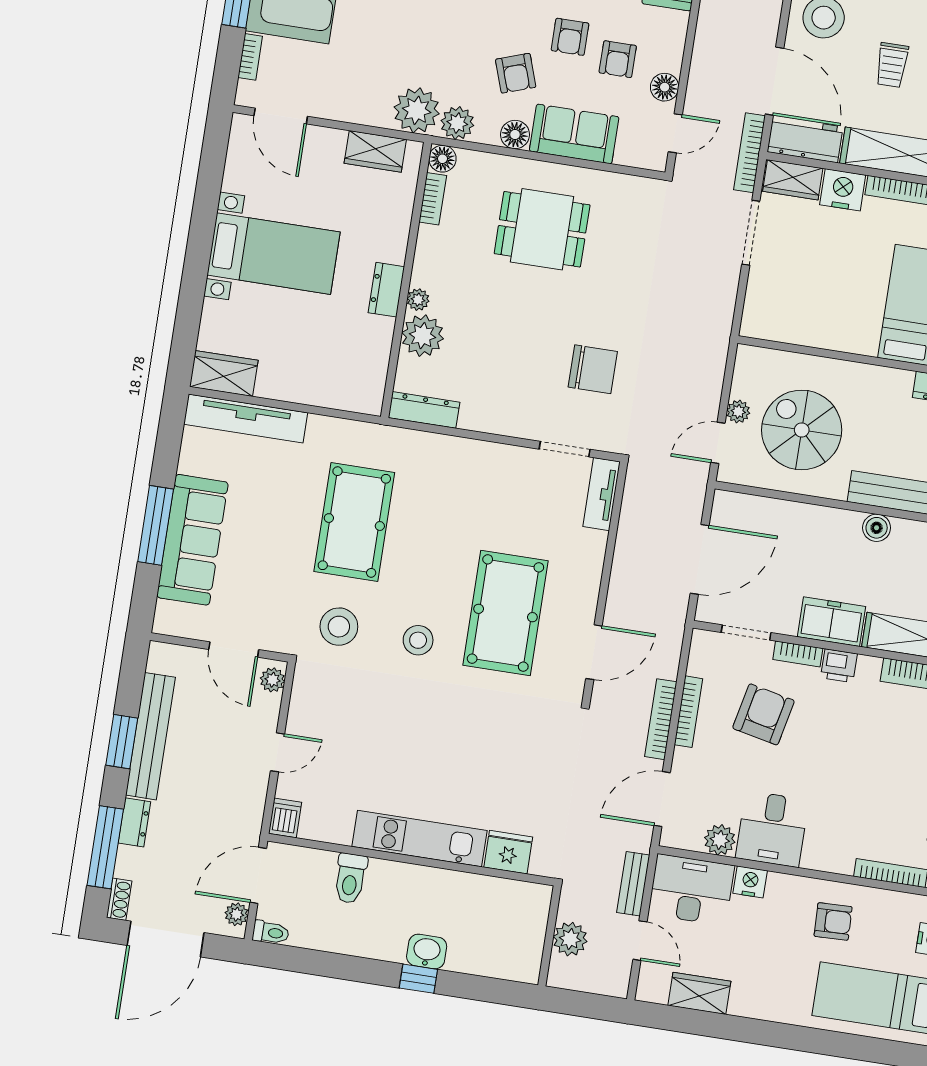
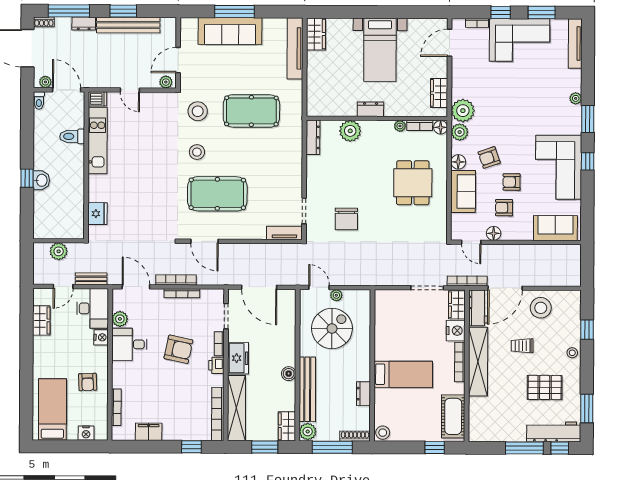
plant: (418, 300) -> (400, 126), moved
armchair: (764, 714) -> (178, 349), moved
kitchen unit: (419, 839) -> (98, 141), moved

